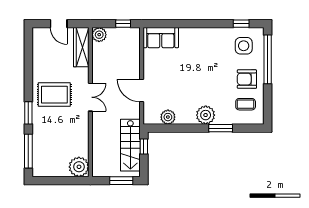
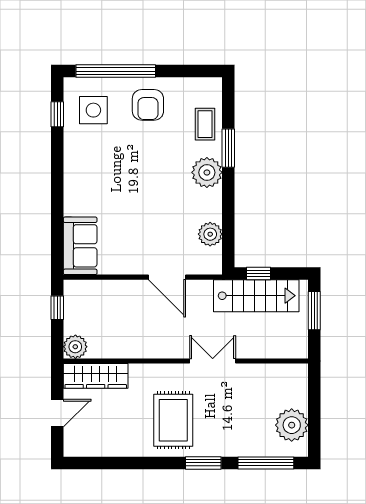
door: (142, 91) -> (167, 277), hinge flipped
double door: (90, 97) -> (213, 361), moved
coffee table: (246, 104) -> (205, 124), moved
plant: (79, 167) -> (292, 425), moved

